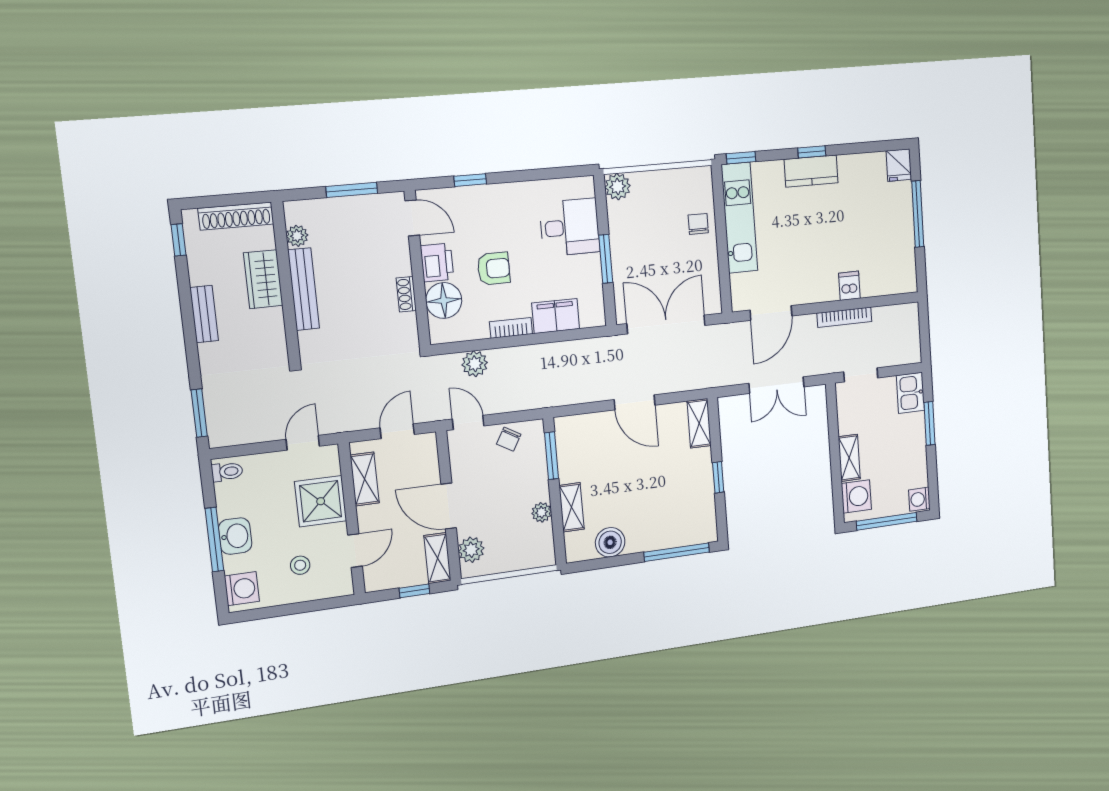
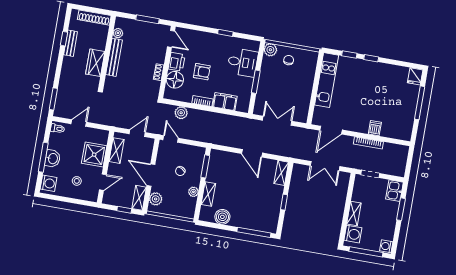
window: (741, 158) -> (349, 55), moved
kitchen counter: (811, 171) -> (369, 67), removed
window: (470, 180) -> (225, 33), moved
chair: (698, 224) -> (289, 60), moved
window: (178, 240) -> (64, 39), moved
wardrobe: (263, 279) -> (95, 63), moved
bench: (204, 314) -> (71, 43), moved
double door: (666, 324) -> (277, 121), width x0.73
chair: (509, 439) -> (180, 171), moved
door: (303, 443) -> (79, 123), moved

